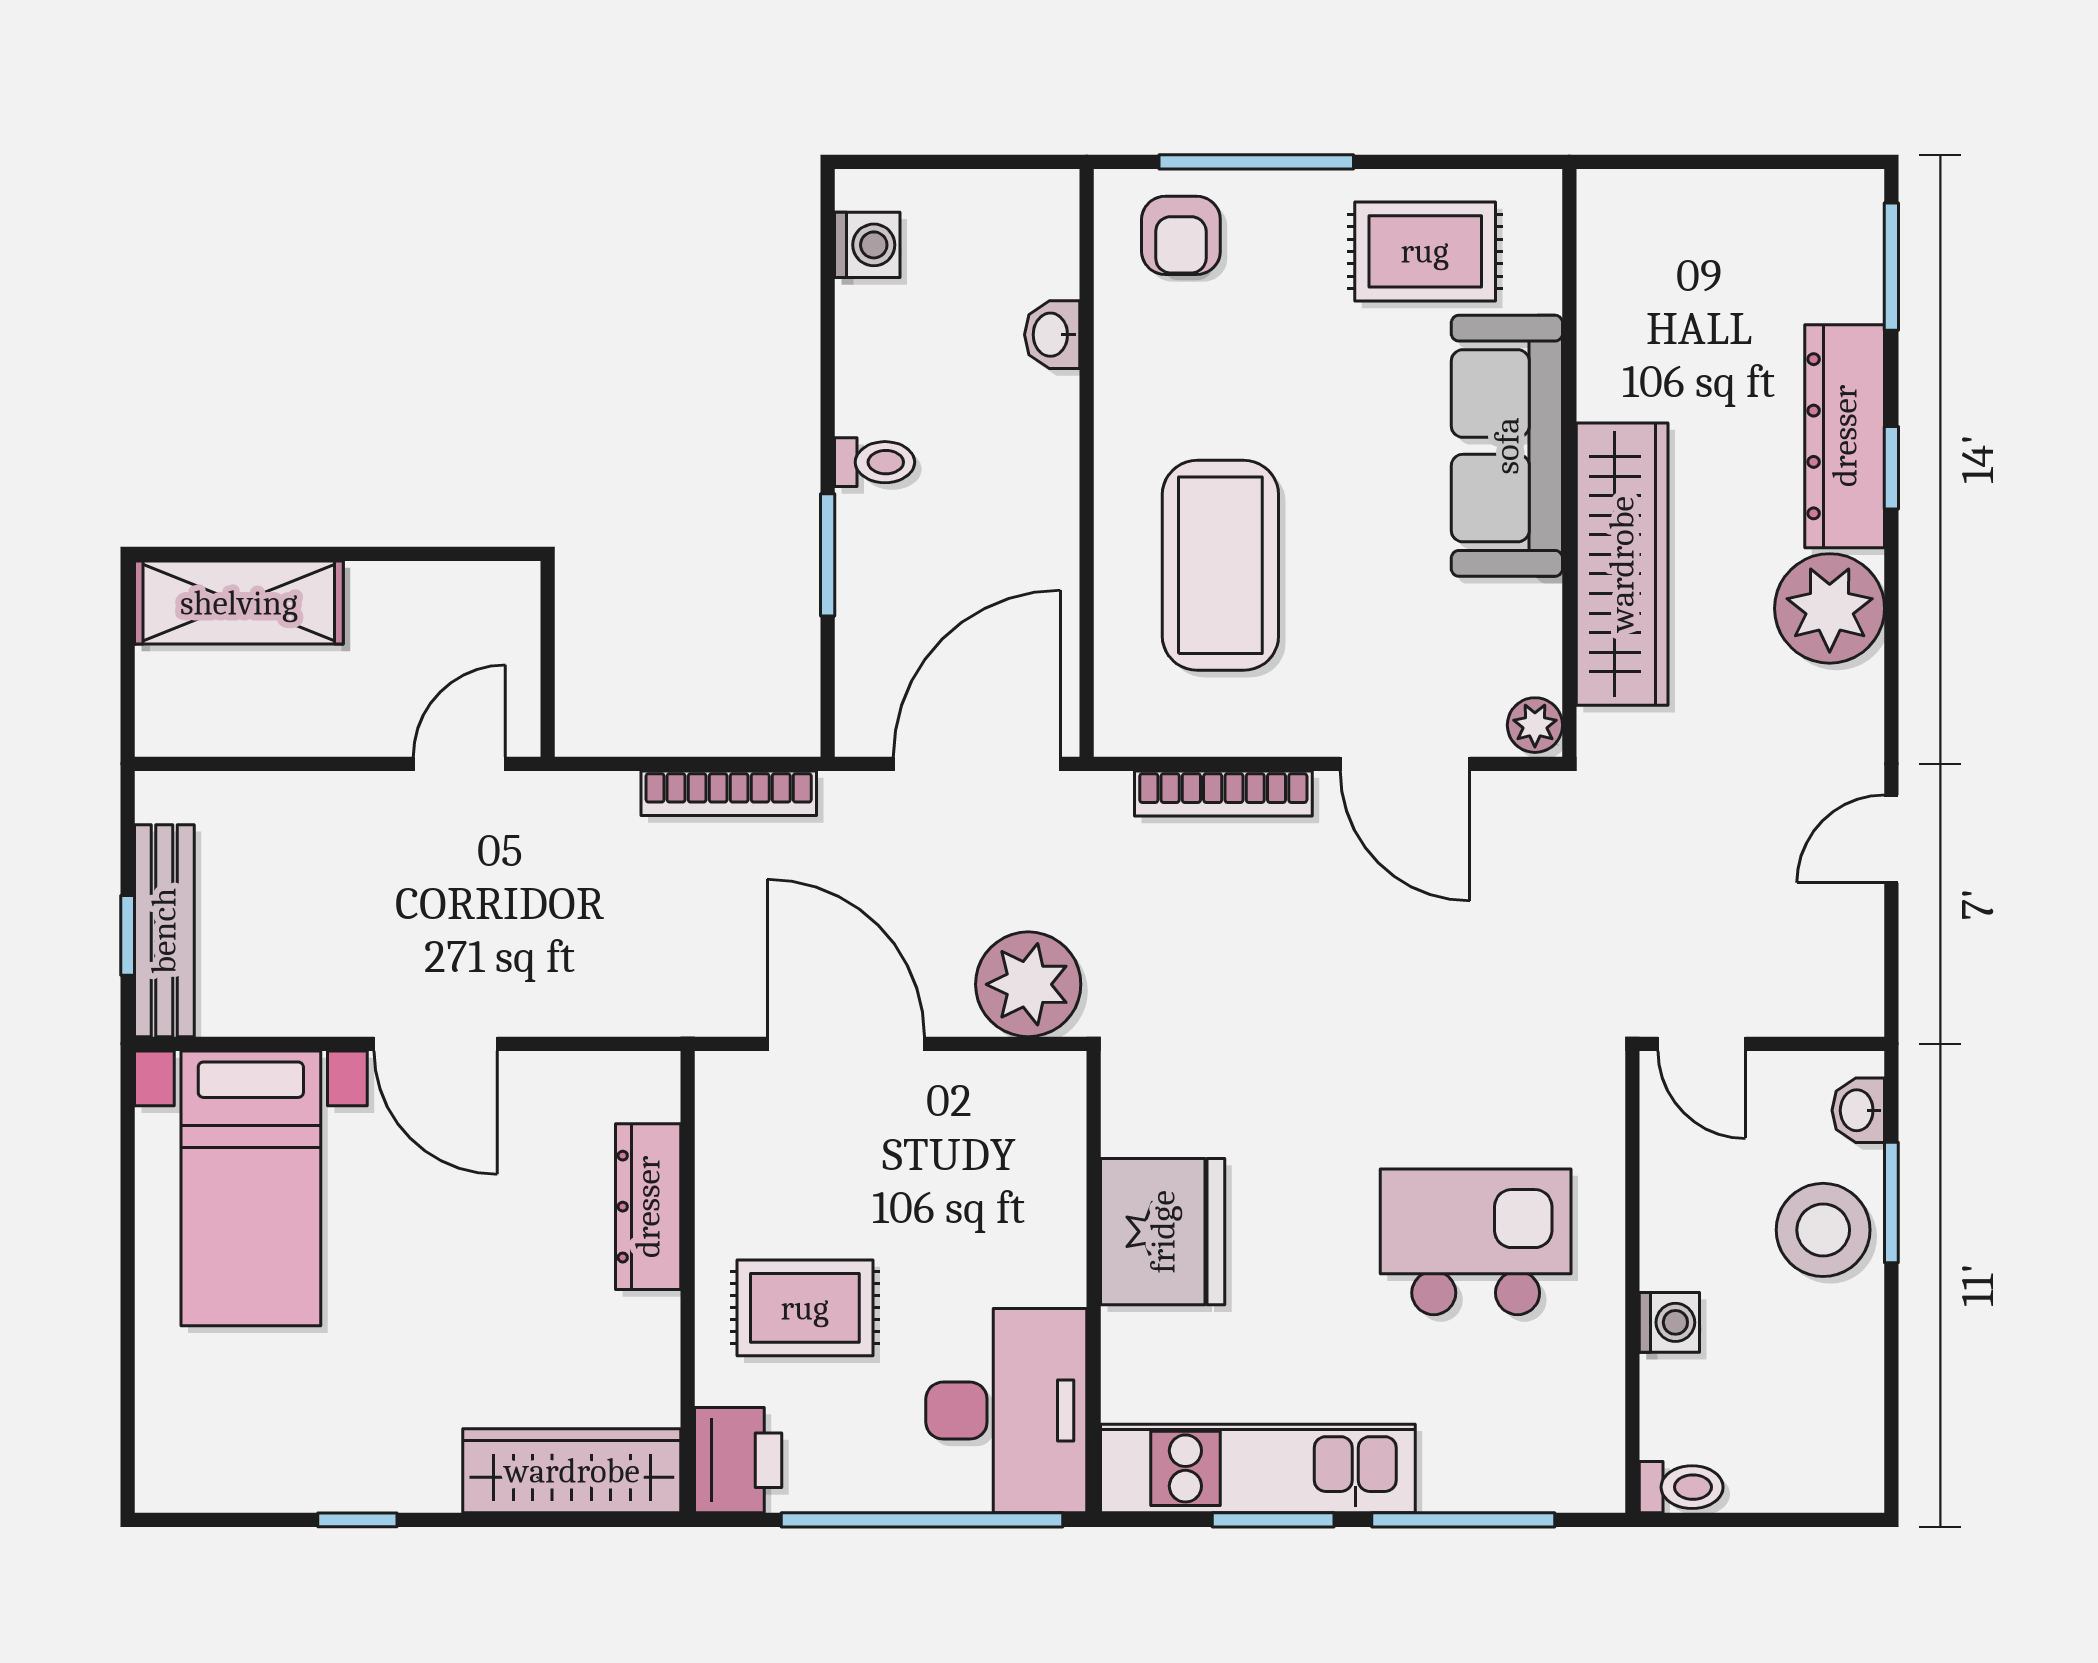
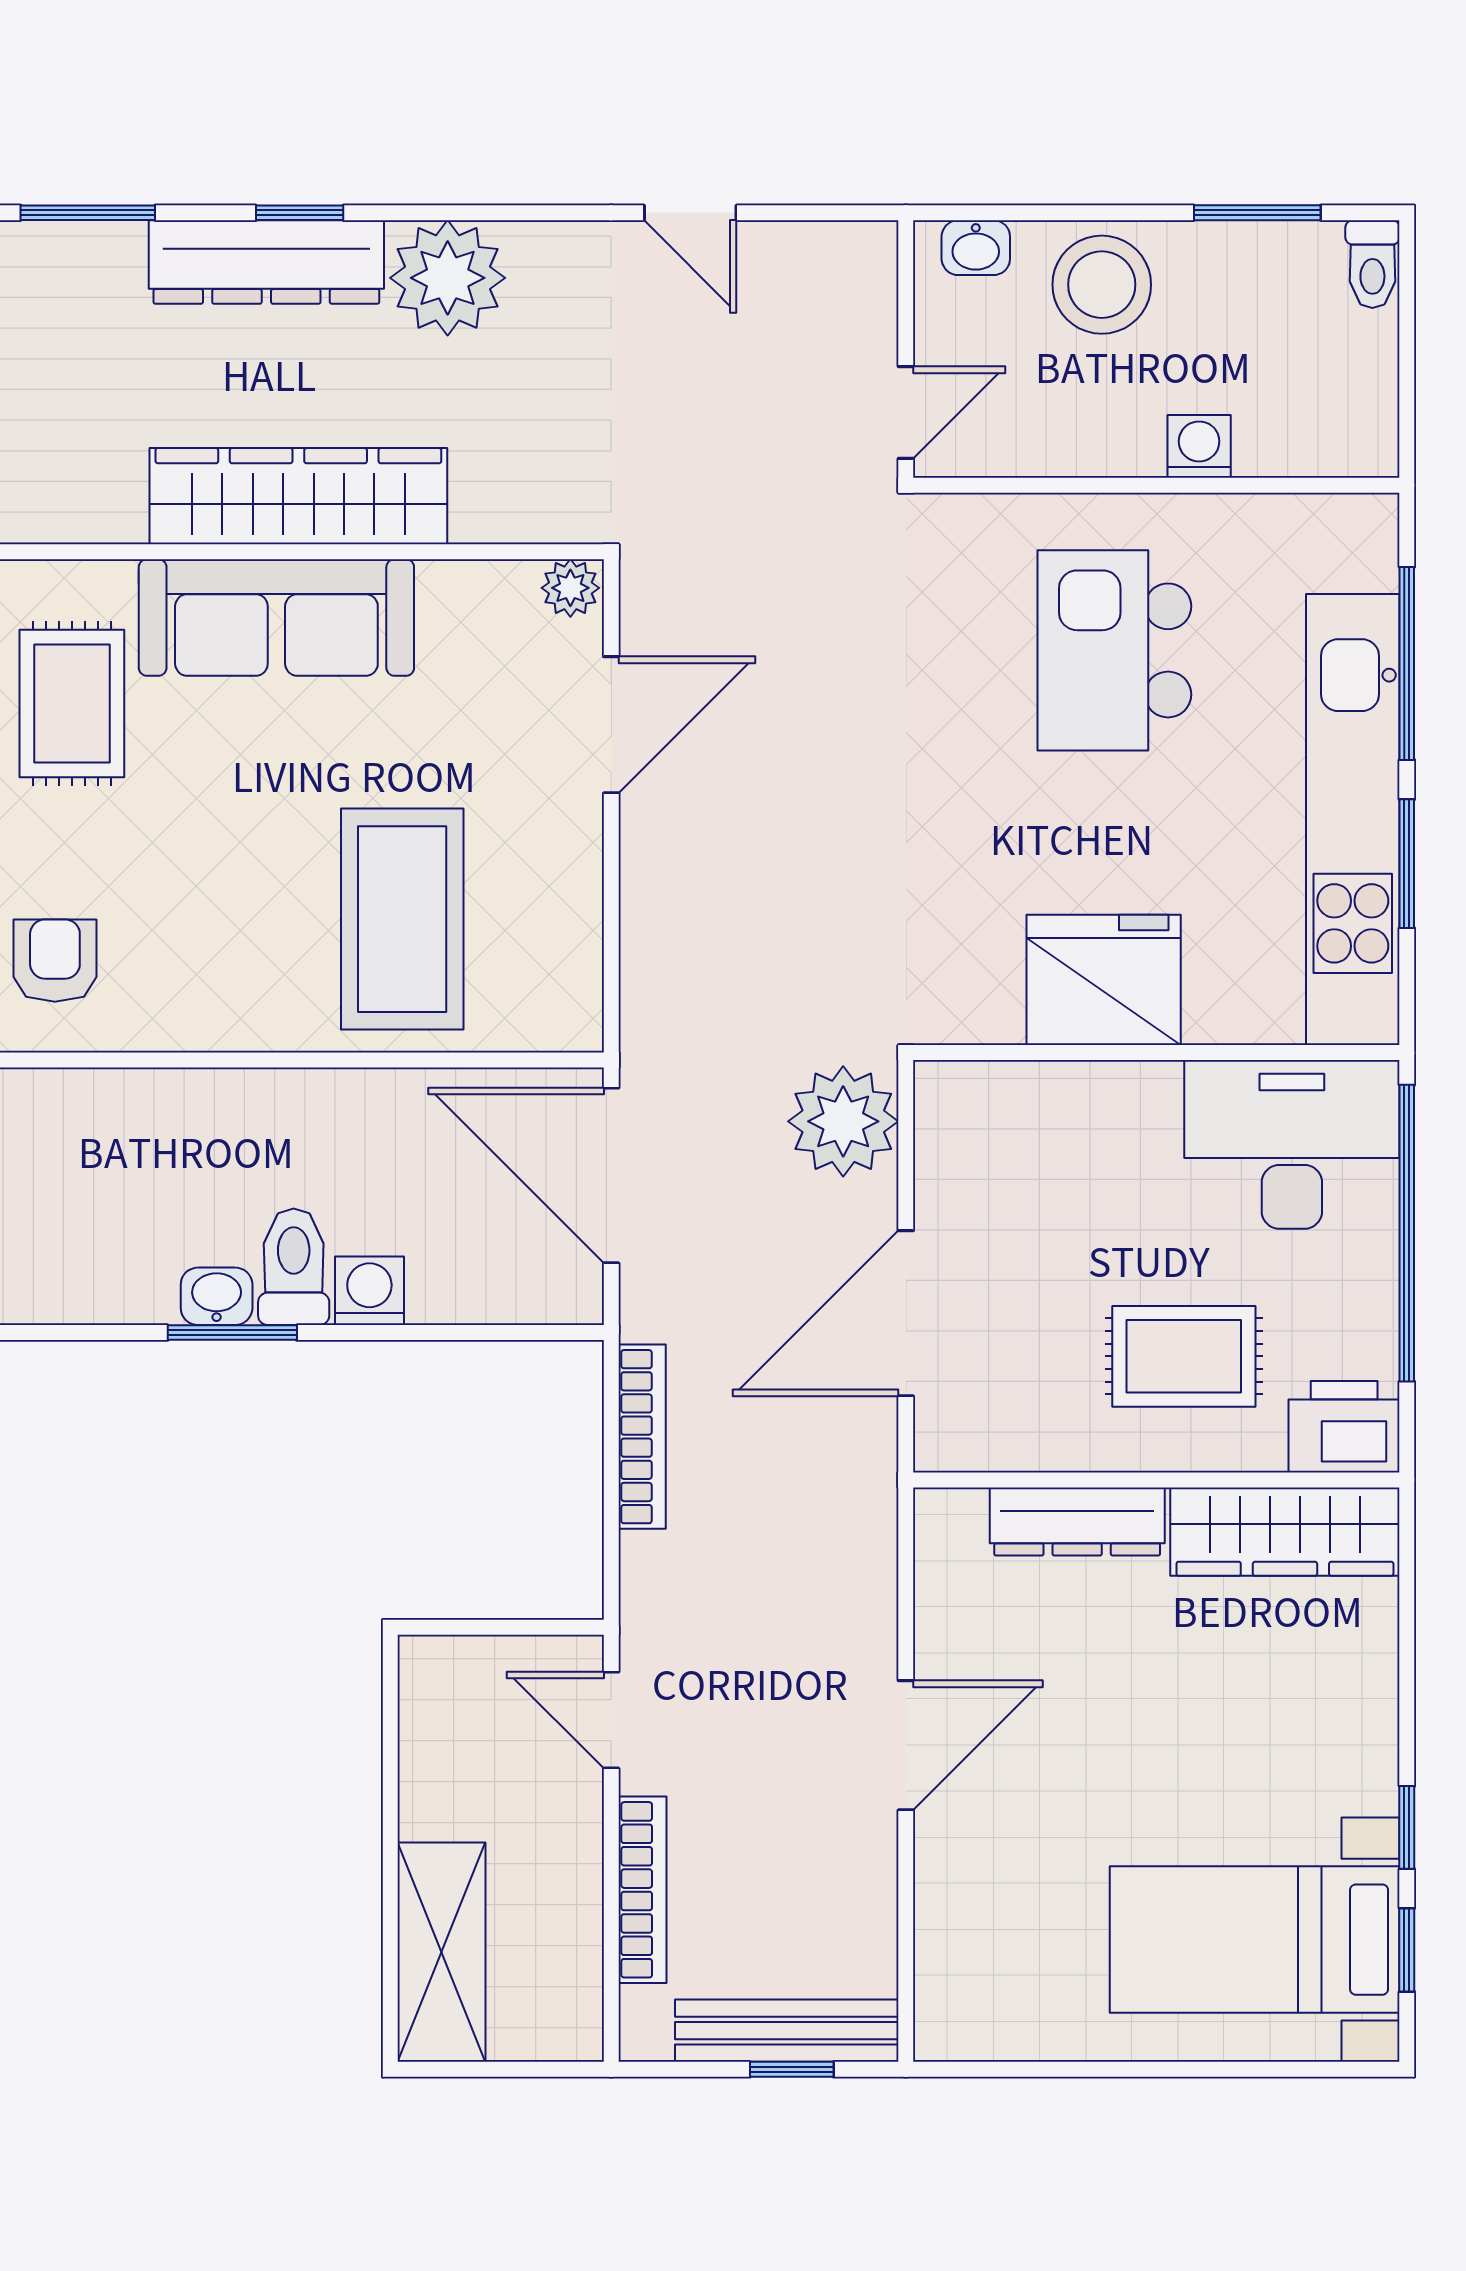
armchair: (1181, 235) -> (55, 961), turned -90
washing machine: (867, 245) -> (369, 1291), moved
washbasin: (1052, 335) -> (217, 1296), moved, turned 180
toilet: (875, 462) -> (294, 1267), width x1.37, depth x1.39
window: (828, 555) -> (232, 1333), moved
wardrobe: (1622, 564) -> (298, 496), moved
coffee table: (1220, 565) -> (402, 919), turned 90
bookcase: (1223, 794) -> (642, 1890), moved
bed with nightstands: (251, 1188) -> (1255, 1940), moved, turned 180
window: (1891, 1202) -> (1257, 213), moved
rug: (805, 1308) -> (1184, 1356), turned 90
kitchen unit: (1258, 1468) -> (1353, 820), width x1.36
wardrobe: (572, 1471) -> (1285, 1532), moved, turned -90
toilet: (1681, 1487) -> (1372, 264), moved, turned 180
window: (241, 1520) -> (1407, 1950), added

